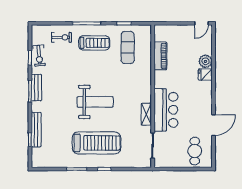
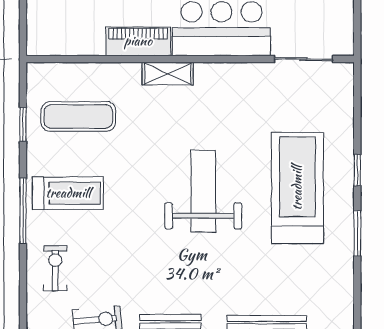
treadmill: (94, 43) -> (68, 193), turned 90
piano: (160, 56) -> (138, 41), moved
shelving: (146, 114) -> (168, 74), moved

